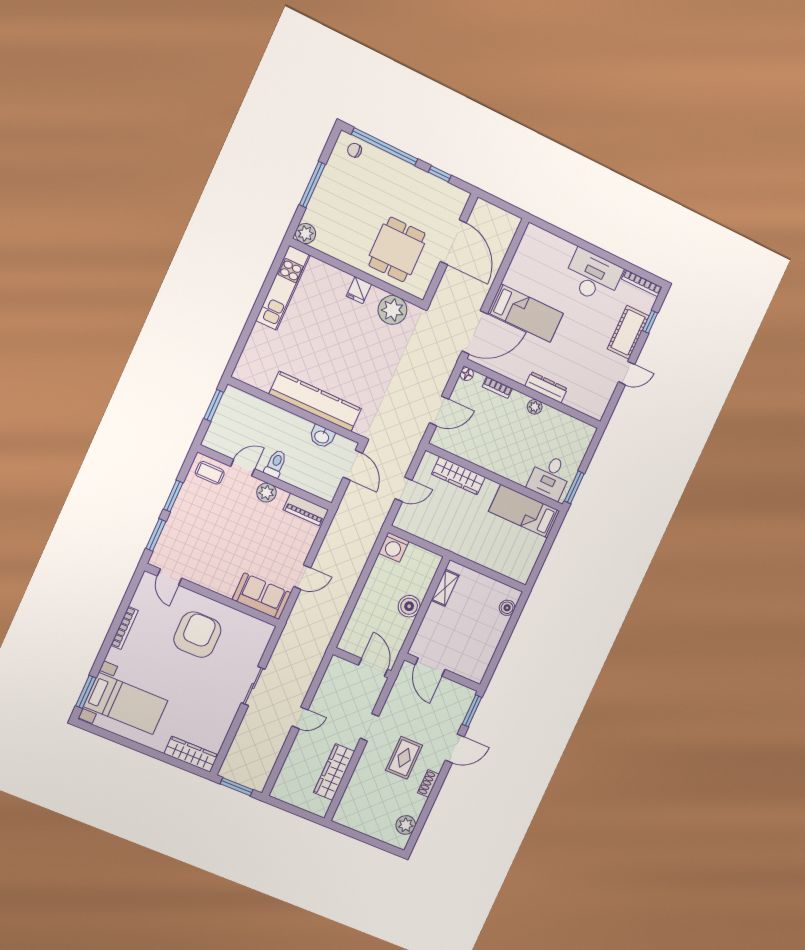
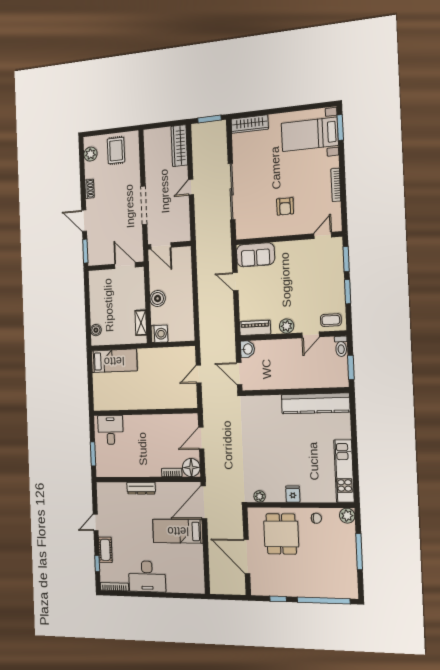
chair: (355, 150) -> (316, 518), moved
plant: (392, 310) -> (260, 496), width x0.53, depth x0.53
cot: (628, 332) -> (105, 550), width x0.73, depth x0.75
floor lamp: (467, 374) -> (191, 468), width x1.89, depth x1.89
kitchen counter: (315, 401) -> (315, 403), moved
plant: (535, 407) -> (142, 472), removed
washbasin: (322, 437) -> (247, 349), moved, turned 90
toilet: (276, 464) -> (341, 346), moved
wardrobe: (458, 476) -> (168, 401), removed
window: (574, 487) -> (93, 454), moved
bed: (524, 511) -> (114, 361), moved
washing machine: (394, 547) -> (159, 334), moved, turned 90
door: (170, 577) -> (323, 235), hinge flipped
door: (302, 577) -> (235, 281), hinge flipped
armchair: (197, 635) -> (285, 206), width x0.53, depth x0.53
sliding door: (253, 686) -> (232, 192), width x1.86
doorway: (370, 727) -> (144, 205), width x1.87
door: (455, 748) -> (84, 221), hinge flipped
rug: (404, 758) -> (116, 150), moved
wardrobe: (334, 772) -> (179, 146), moved, turned 180

